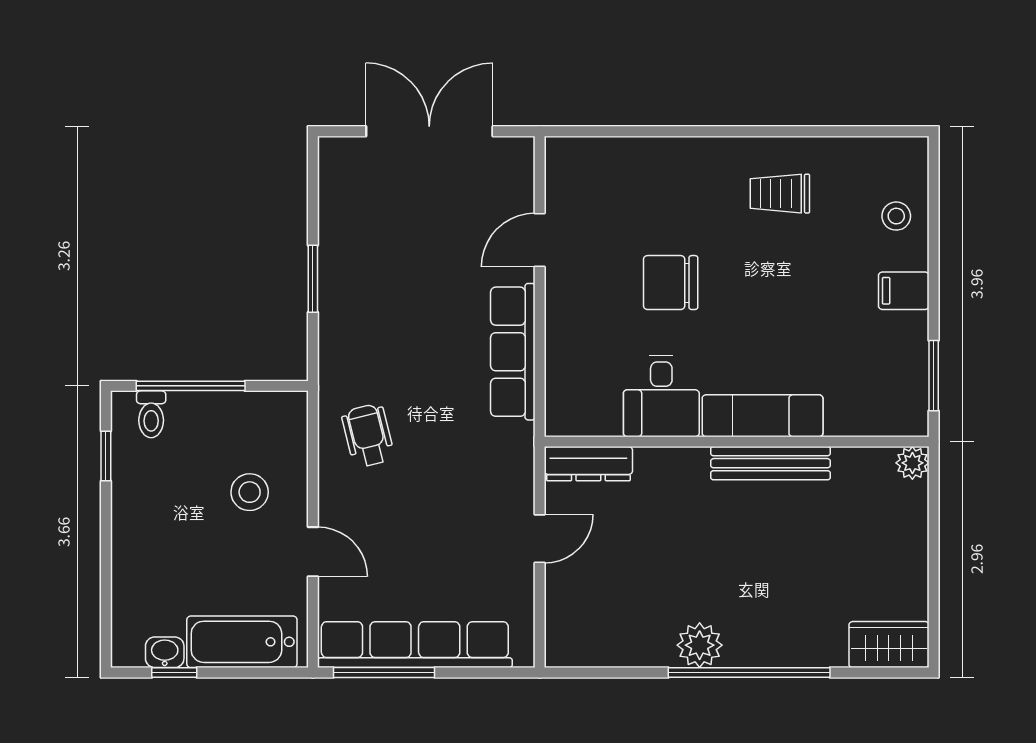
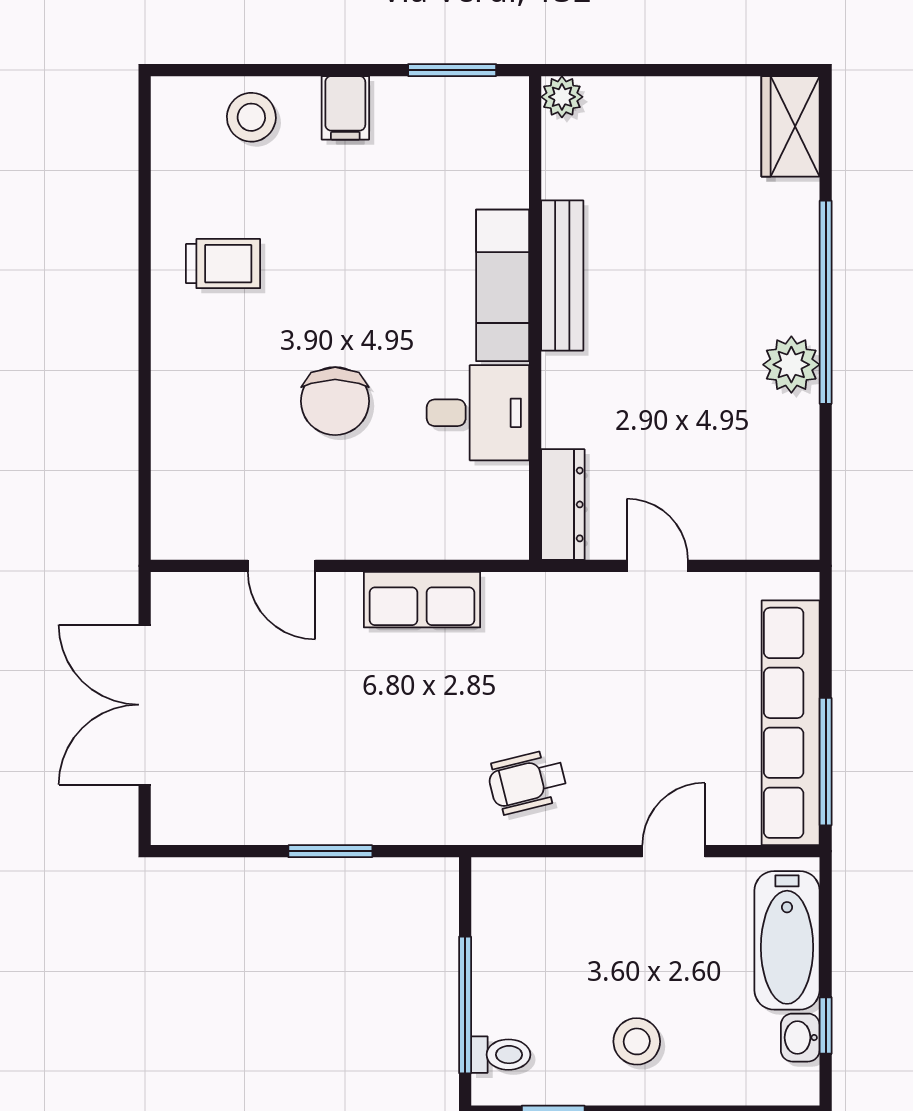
trolley: (780, 194) -> (223, 264), turned -90
stool: (896, 216) -> (251, 117), width x1.37, depth x1.37
row of seats: (513, 352) -> (422, 600), width x0.68
stool: (250, 492) -> (637, 1041), moved

